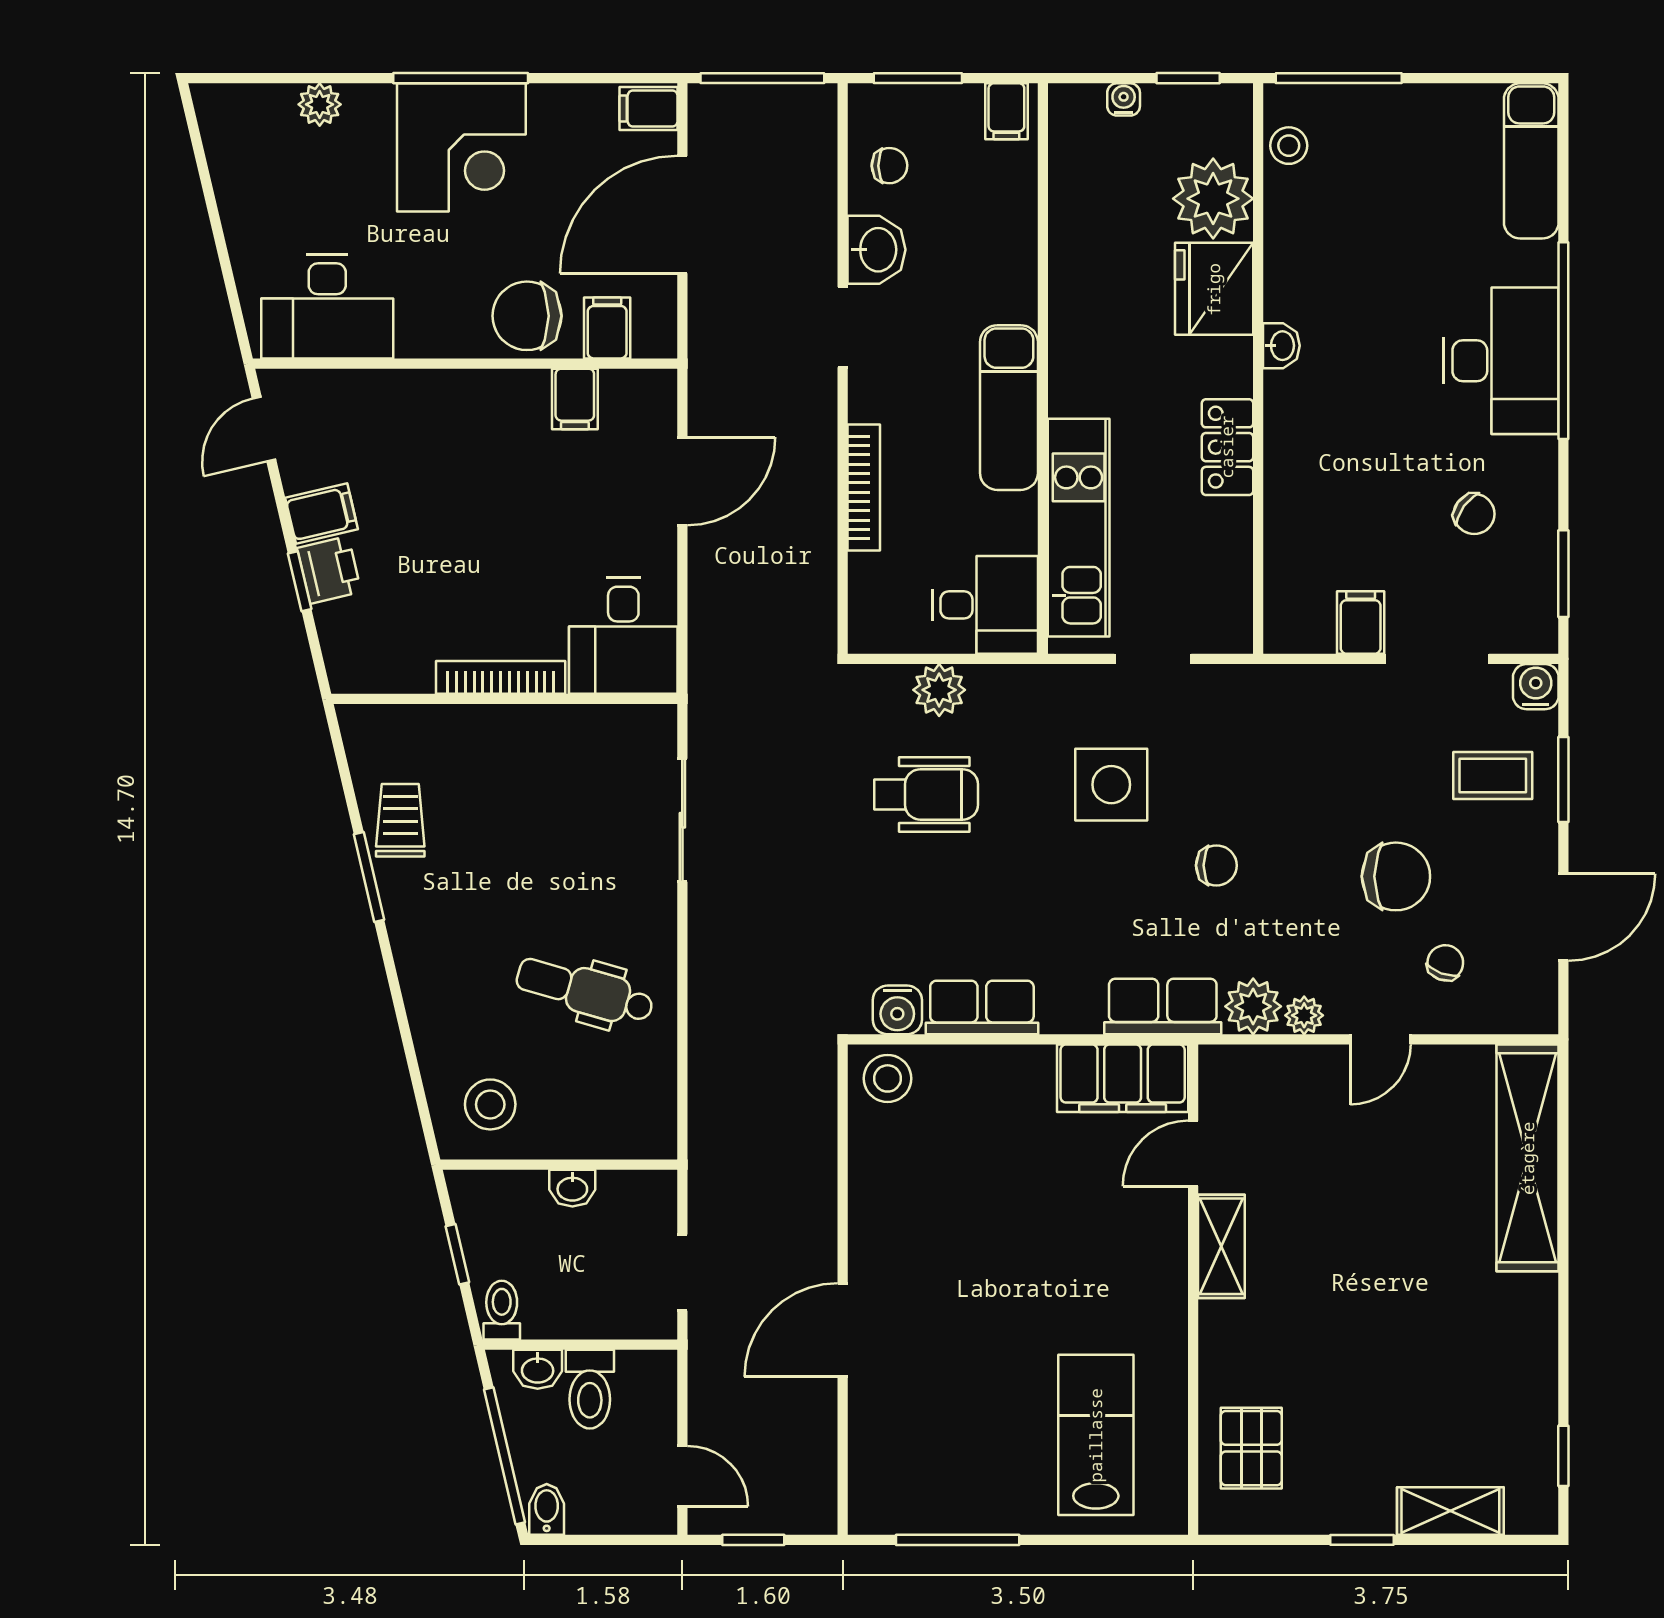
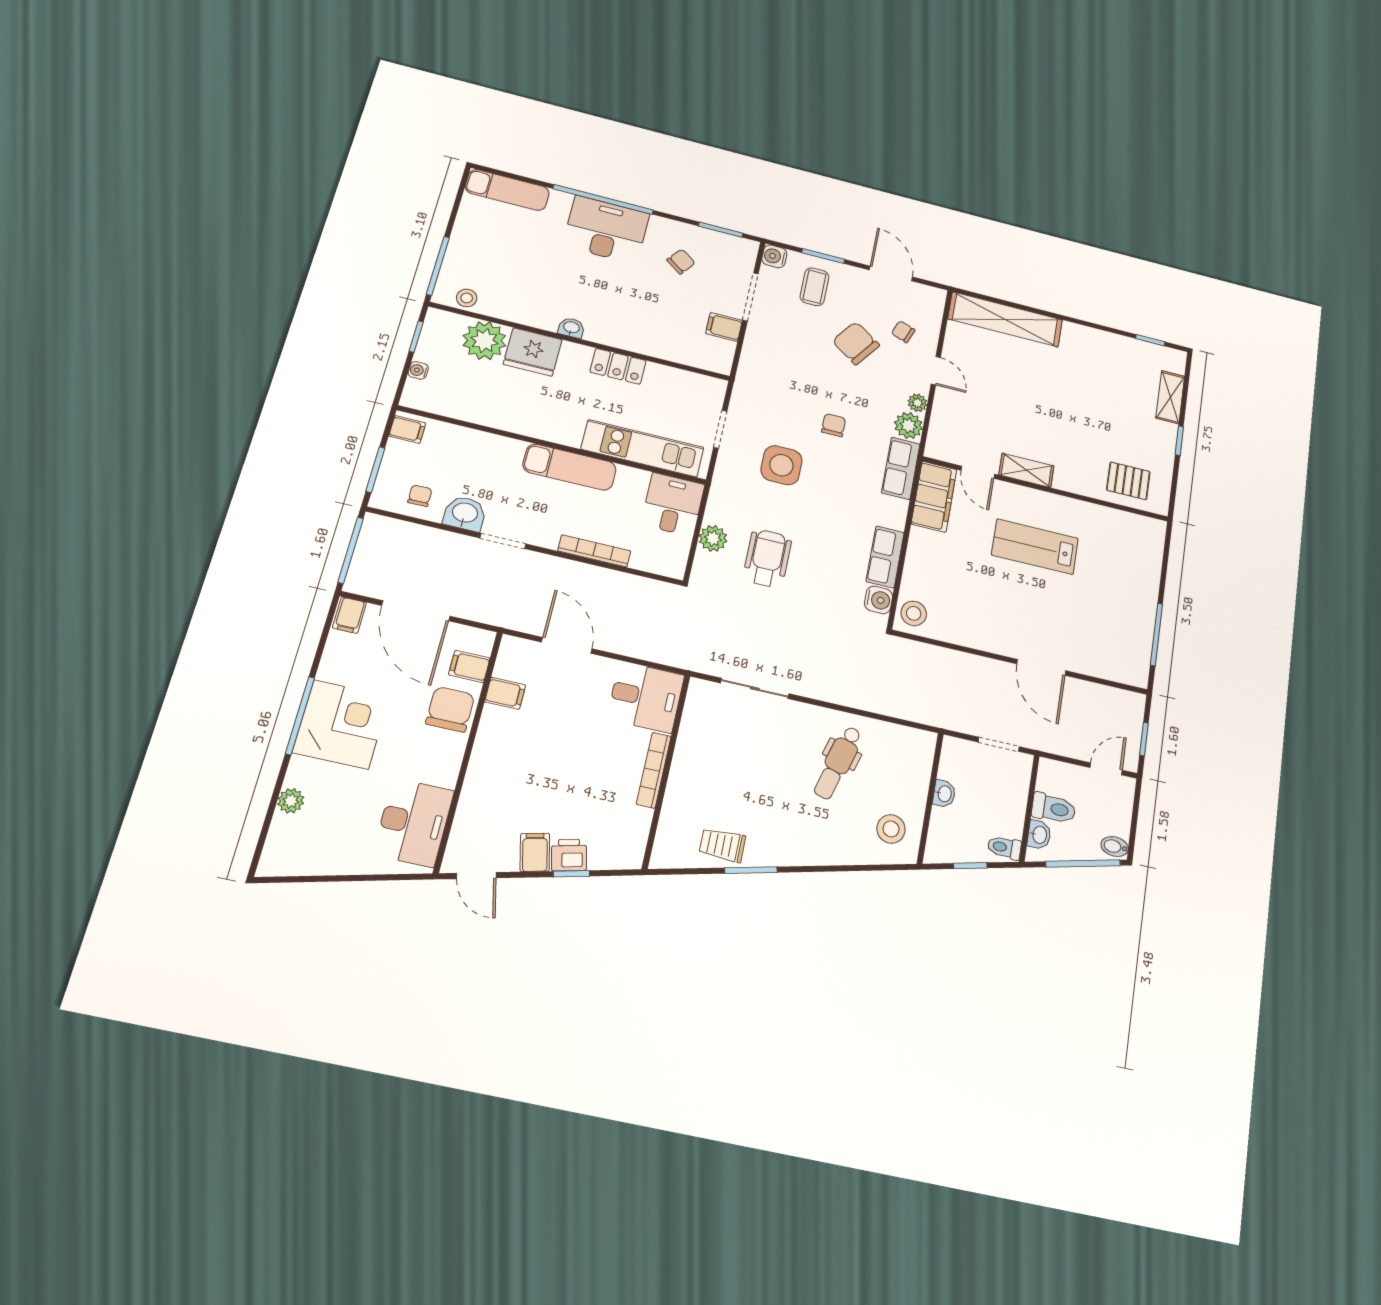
chair: (527, 316) -> (450, 709), turned 180
chair: (1396, 876) -> (856, 343), turned -55
lab bench: (1096, 1435) -> (1035, 547), moved

